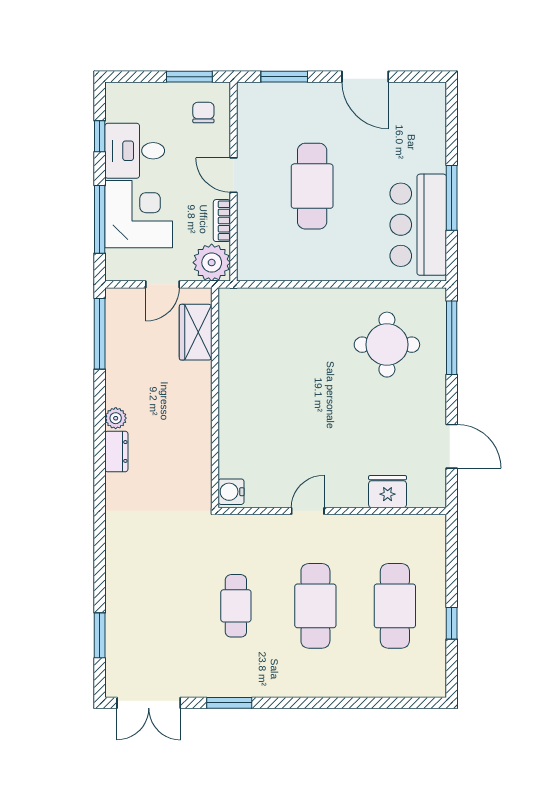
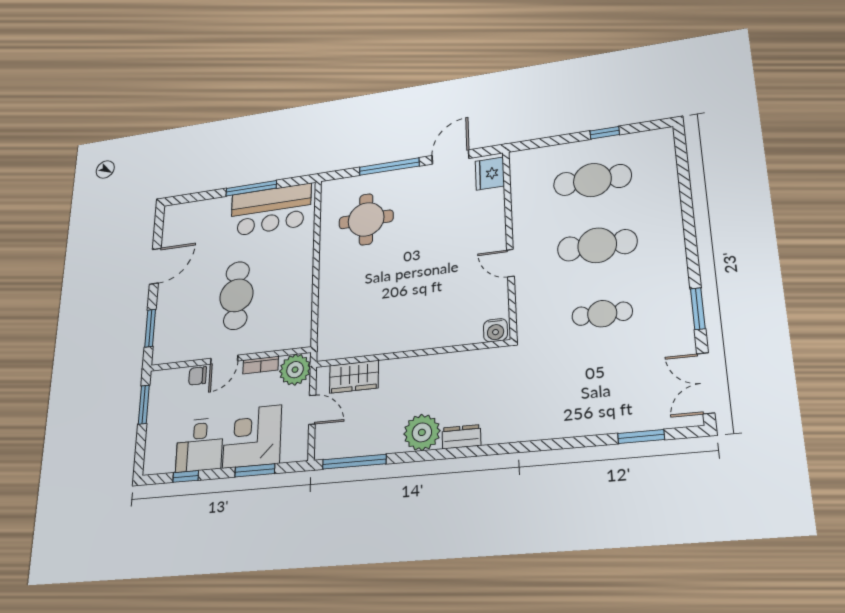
chair: (203, 113) -> (198, 376), moved
cafe table: (312, 186) -> (236, 295), turned 90
window: (100, 219) -> (255, 470), width x0.69
window: (452, 338) -> (389, 167), moved
plant: (116, 418) -> (422, 432), width x1.88, depth x1.88
fridge: (388, 492) -> (490, 174), moved
double door: (149, 703) -> (706, 383), swing flipped

